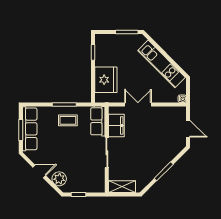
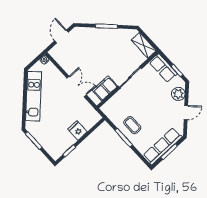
fridge: (106, 80) -> (77, 130), width x0.53, depth x0.75
double door: (138, 105) -> (77, 87), swing flipped
row of seats: (98, 121) -> (163, 68), moved, turned 90
door: (39, 171) -> (186, 112), swing flipped

